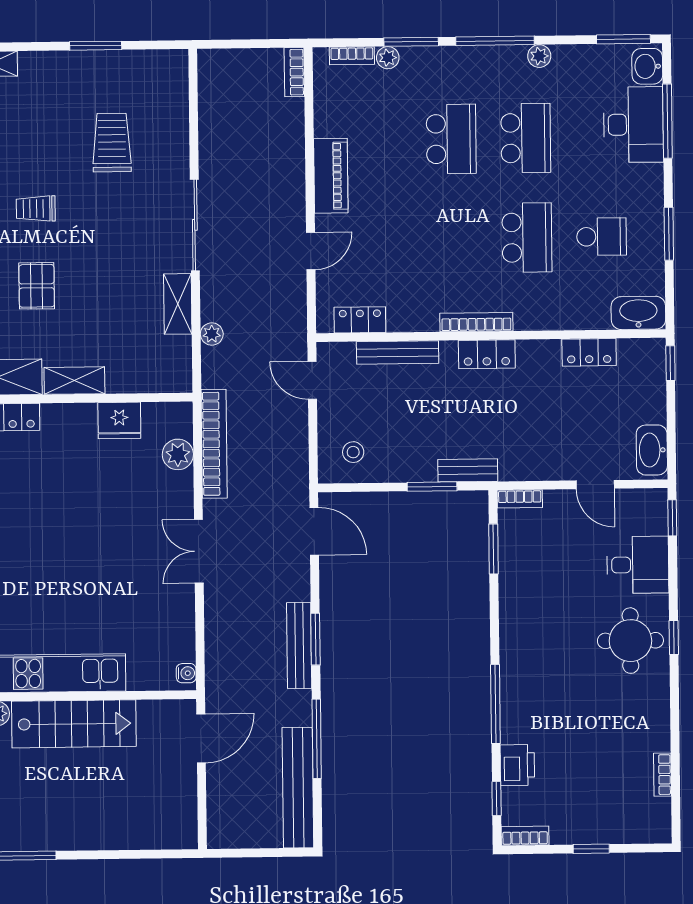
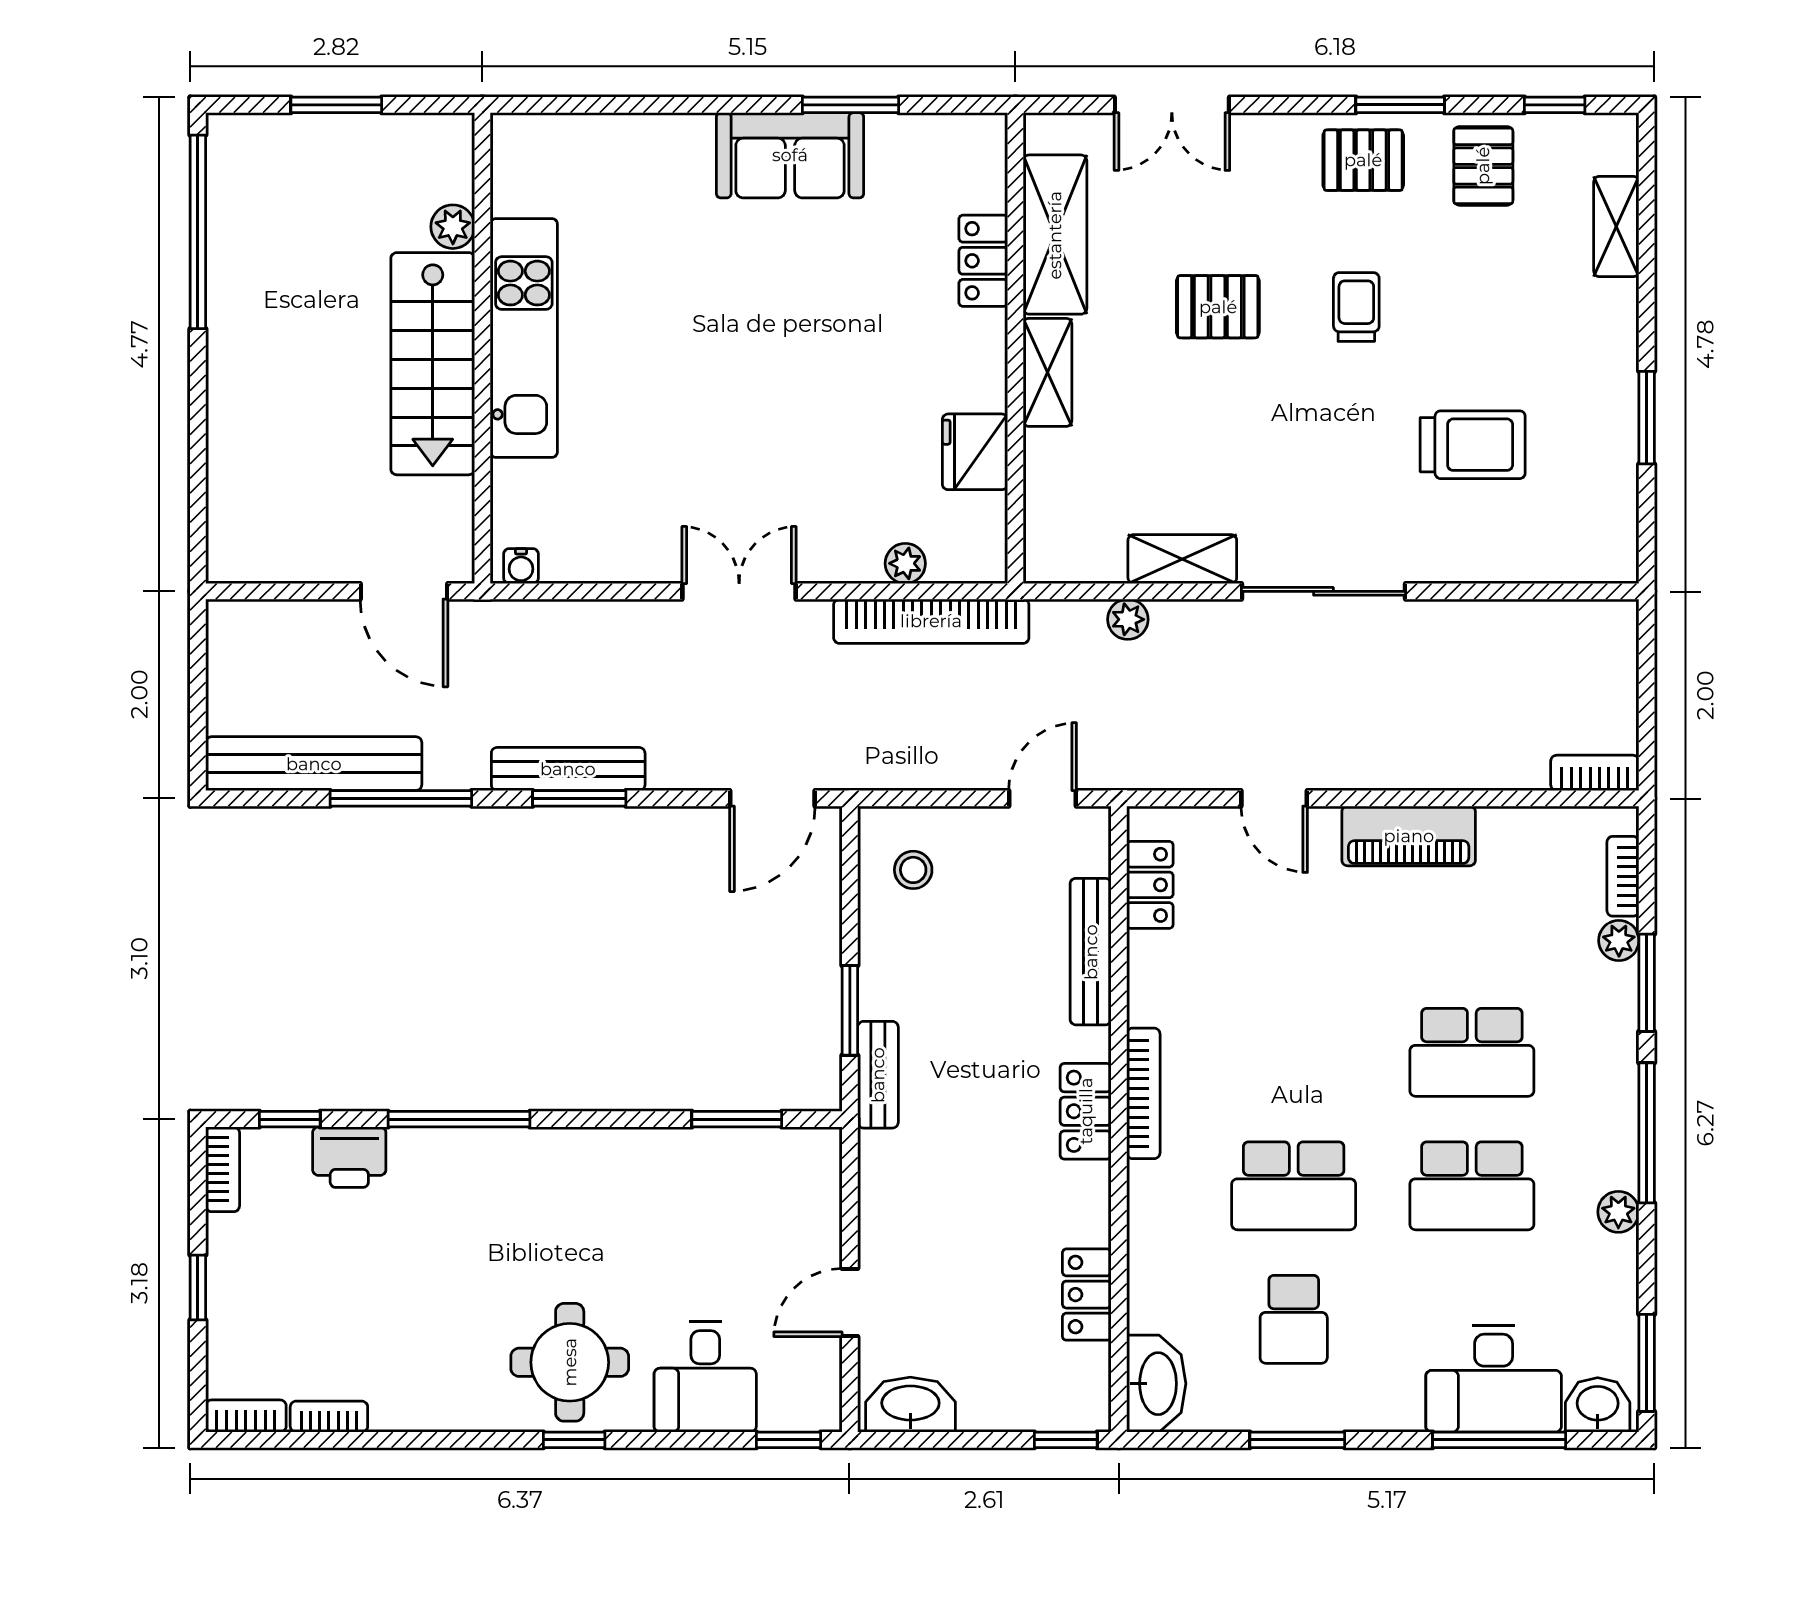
plant: (178, 454) -> (905, 563), width x0.73, depth x0.73
bookcase: (520, 499) -> (246, 1416), moved, turned 90

